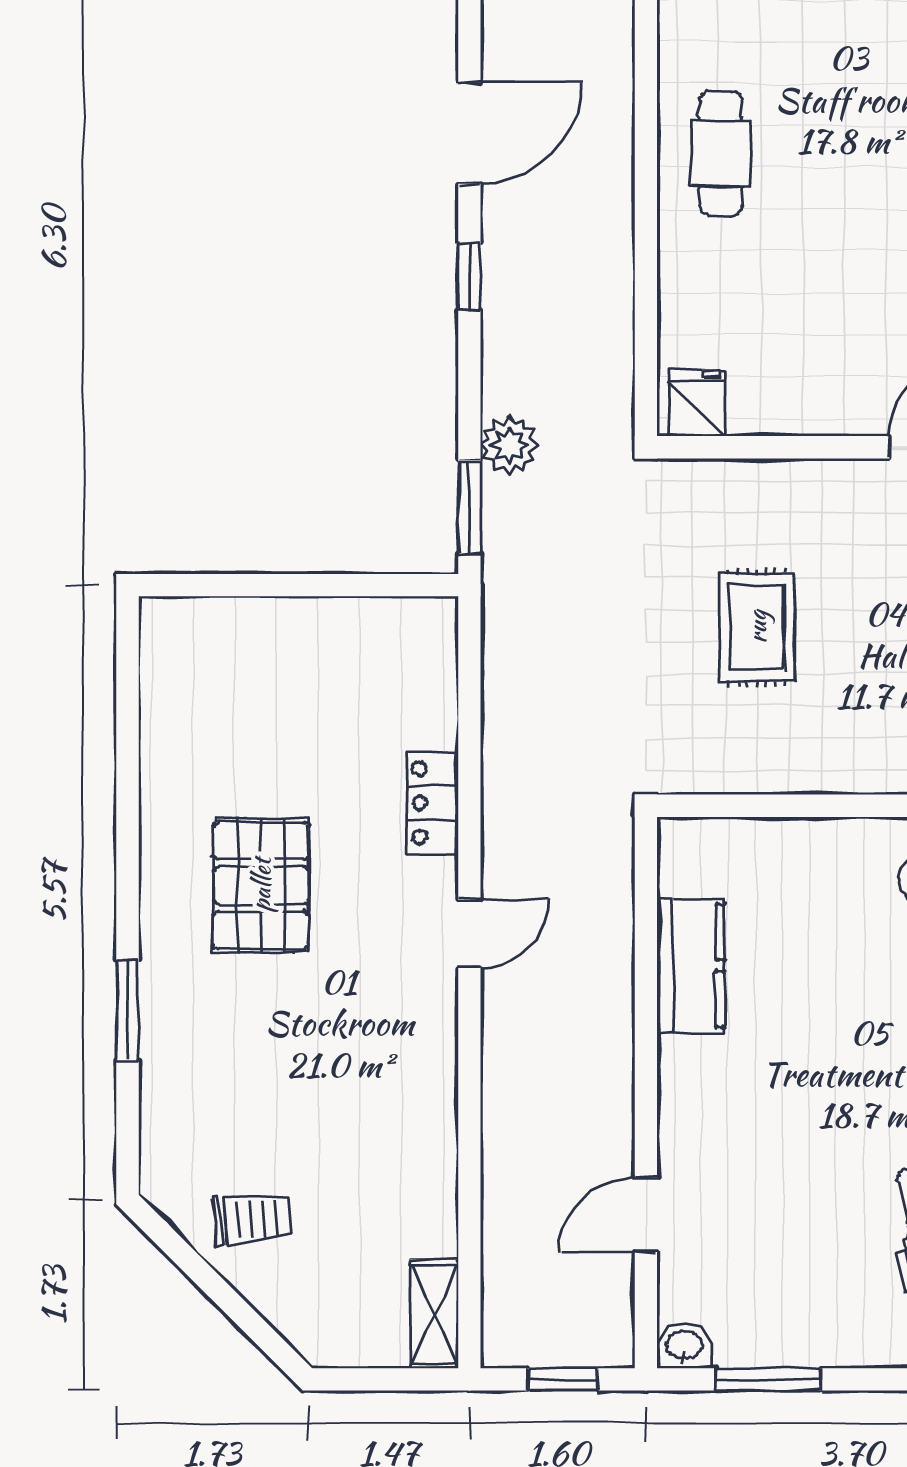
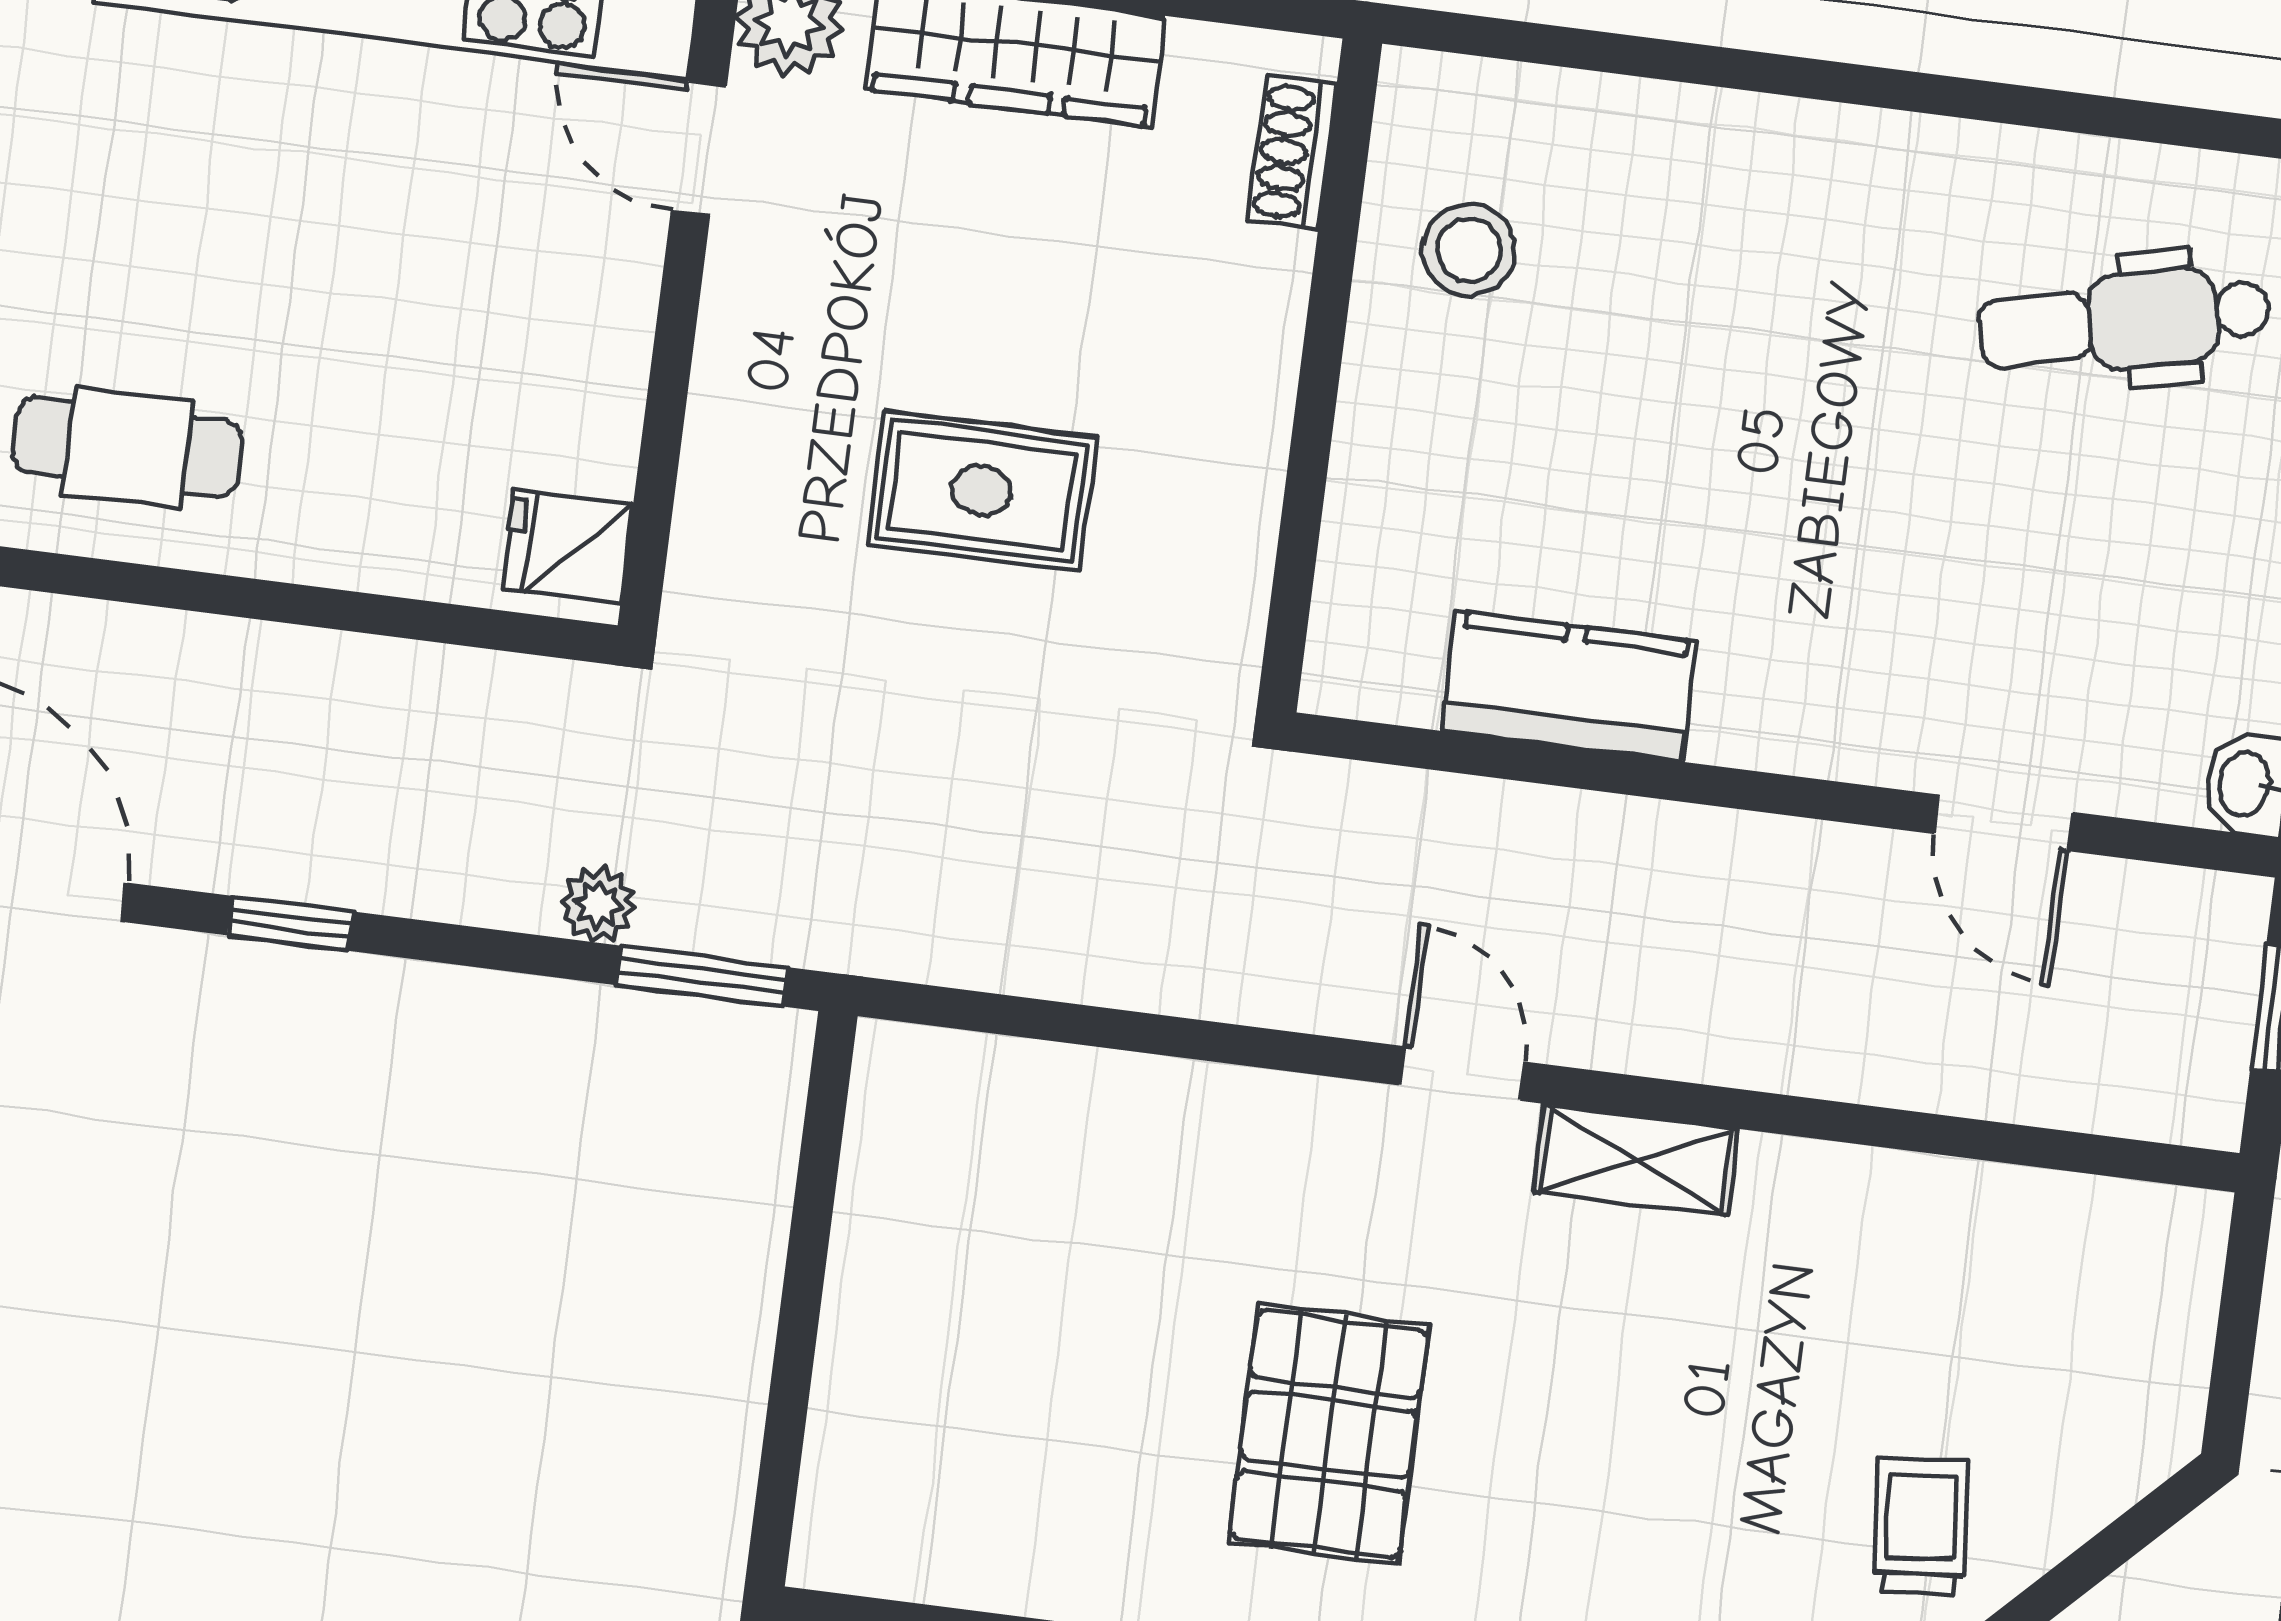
plant: (509, 445) -> (598, 905), width x0.73, depth x0.73
locker: (433, 803) -> (1220, 1109), removed
pallet: (261, 885) -> (1328, 1434), turned 90
shelving: (434, 1314) -> (1636, 1160), moved

